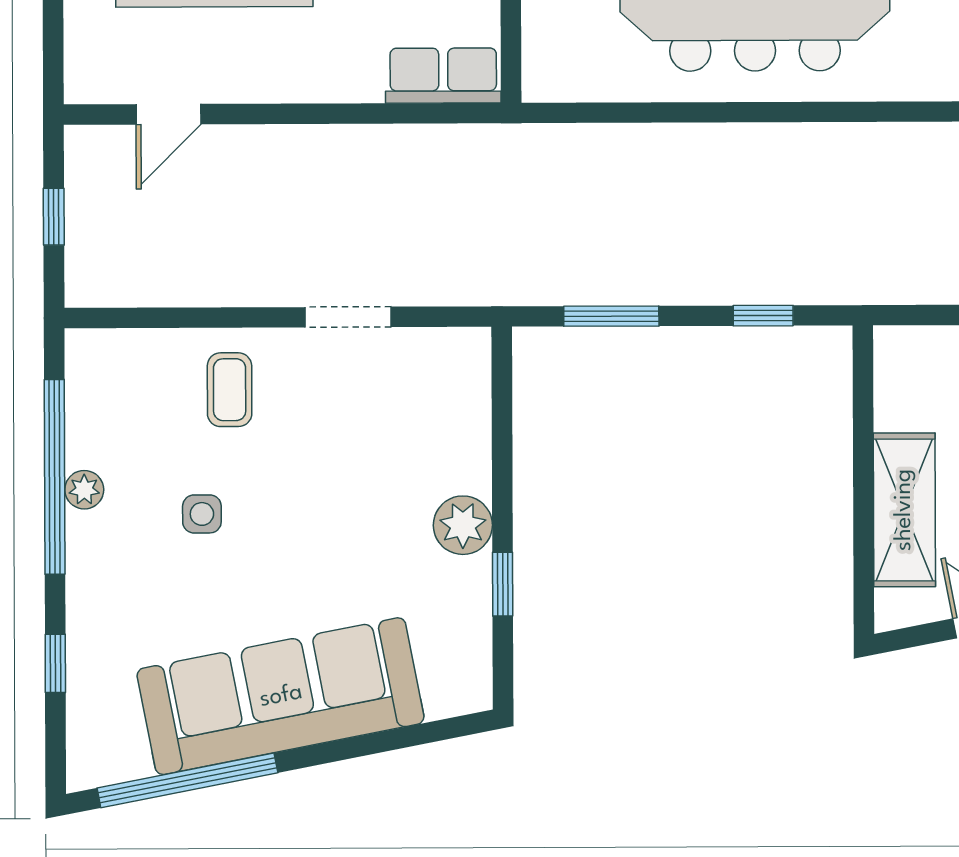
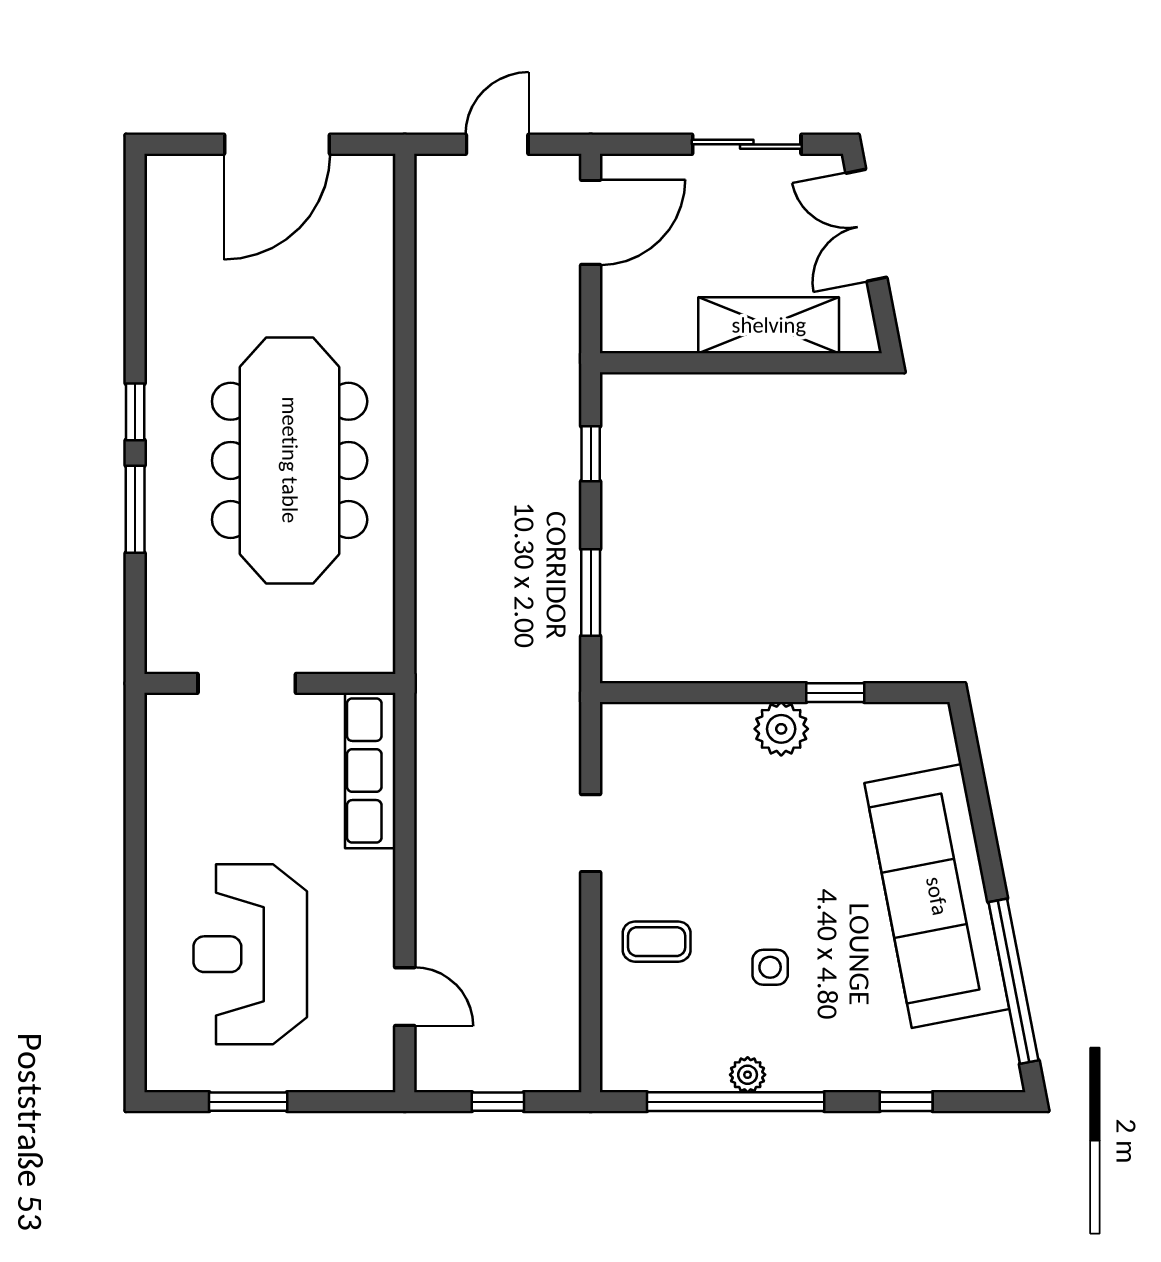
row of seats: (443, 76) -> (370, 771), width x1.48

